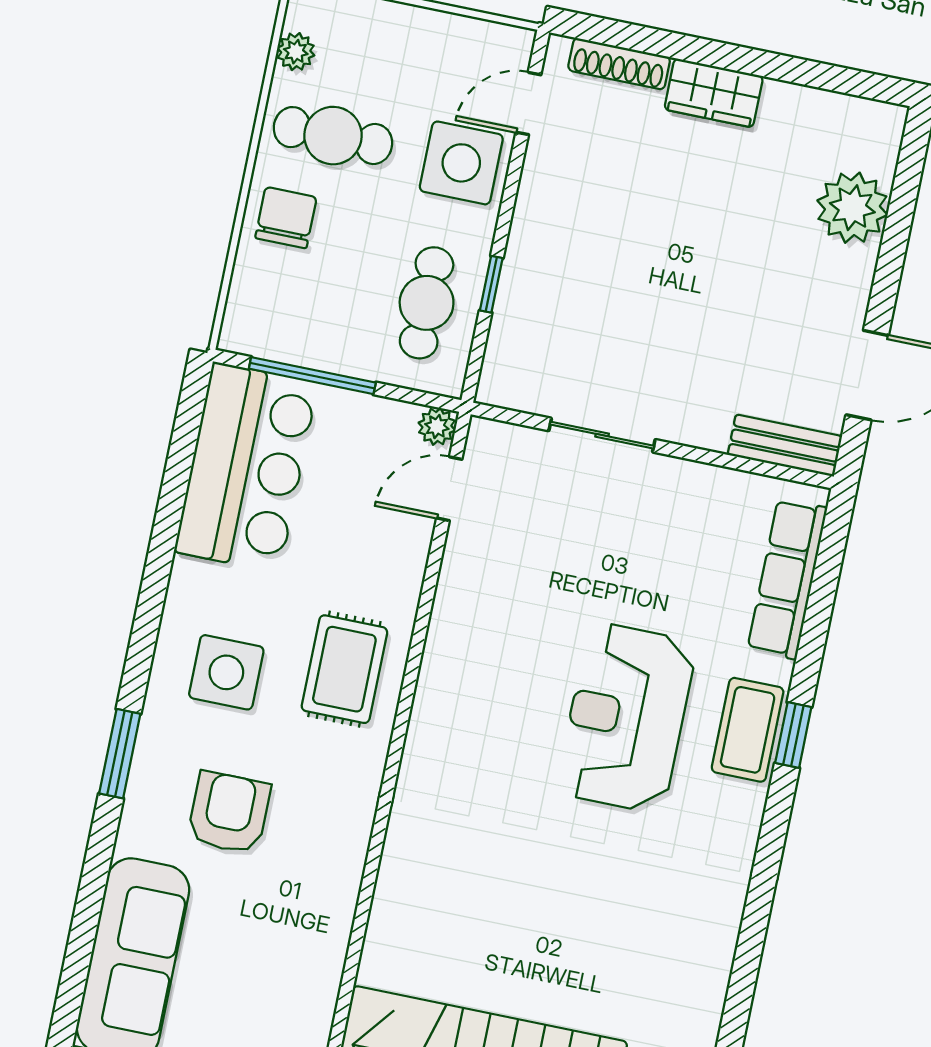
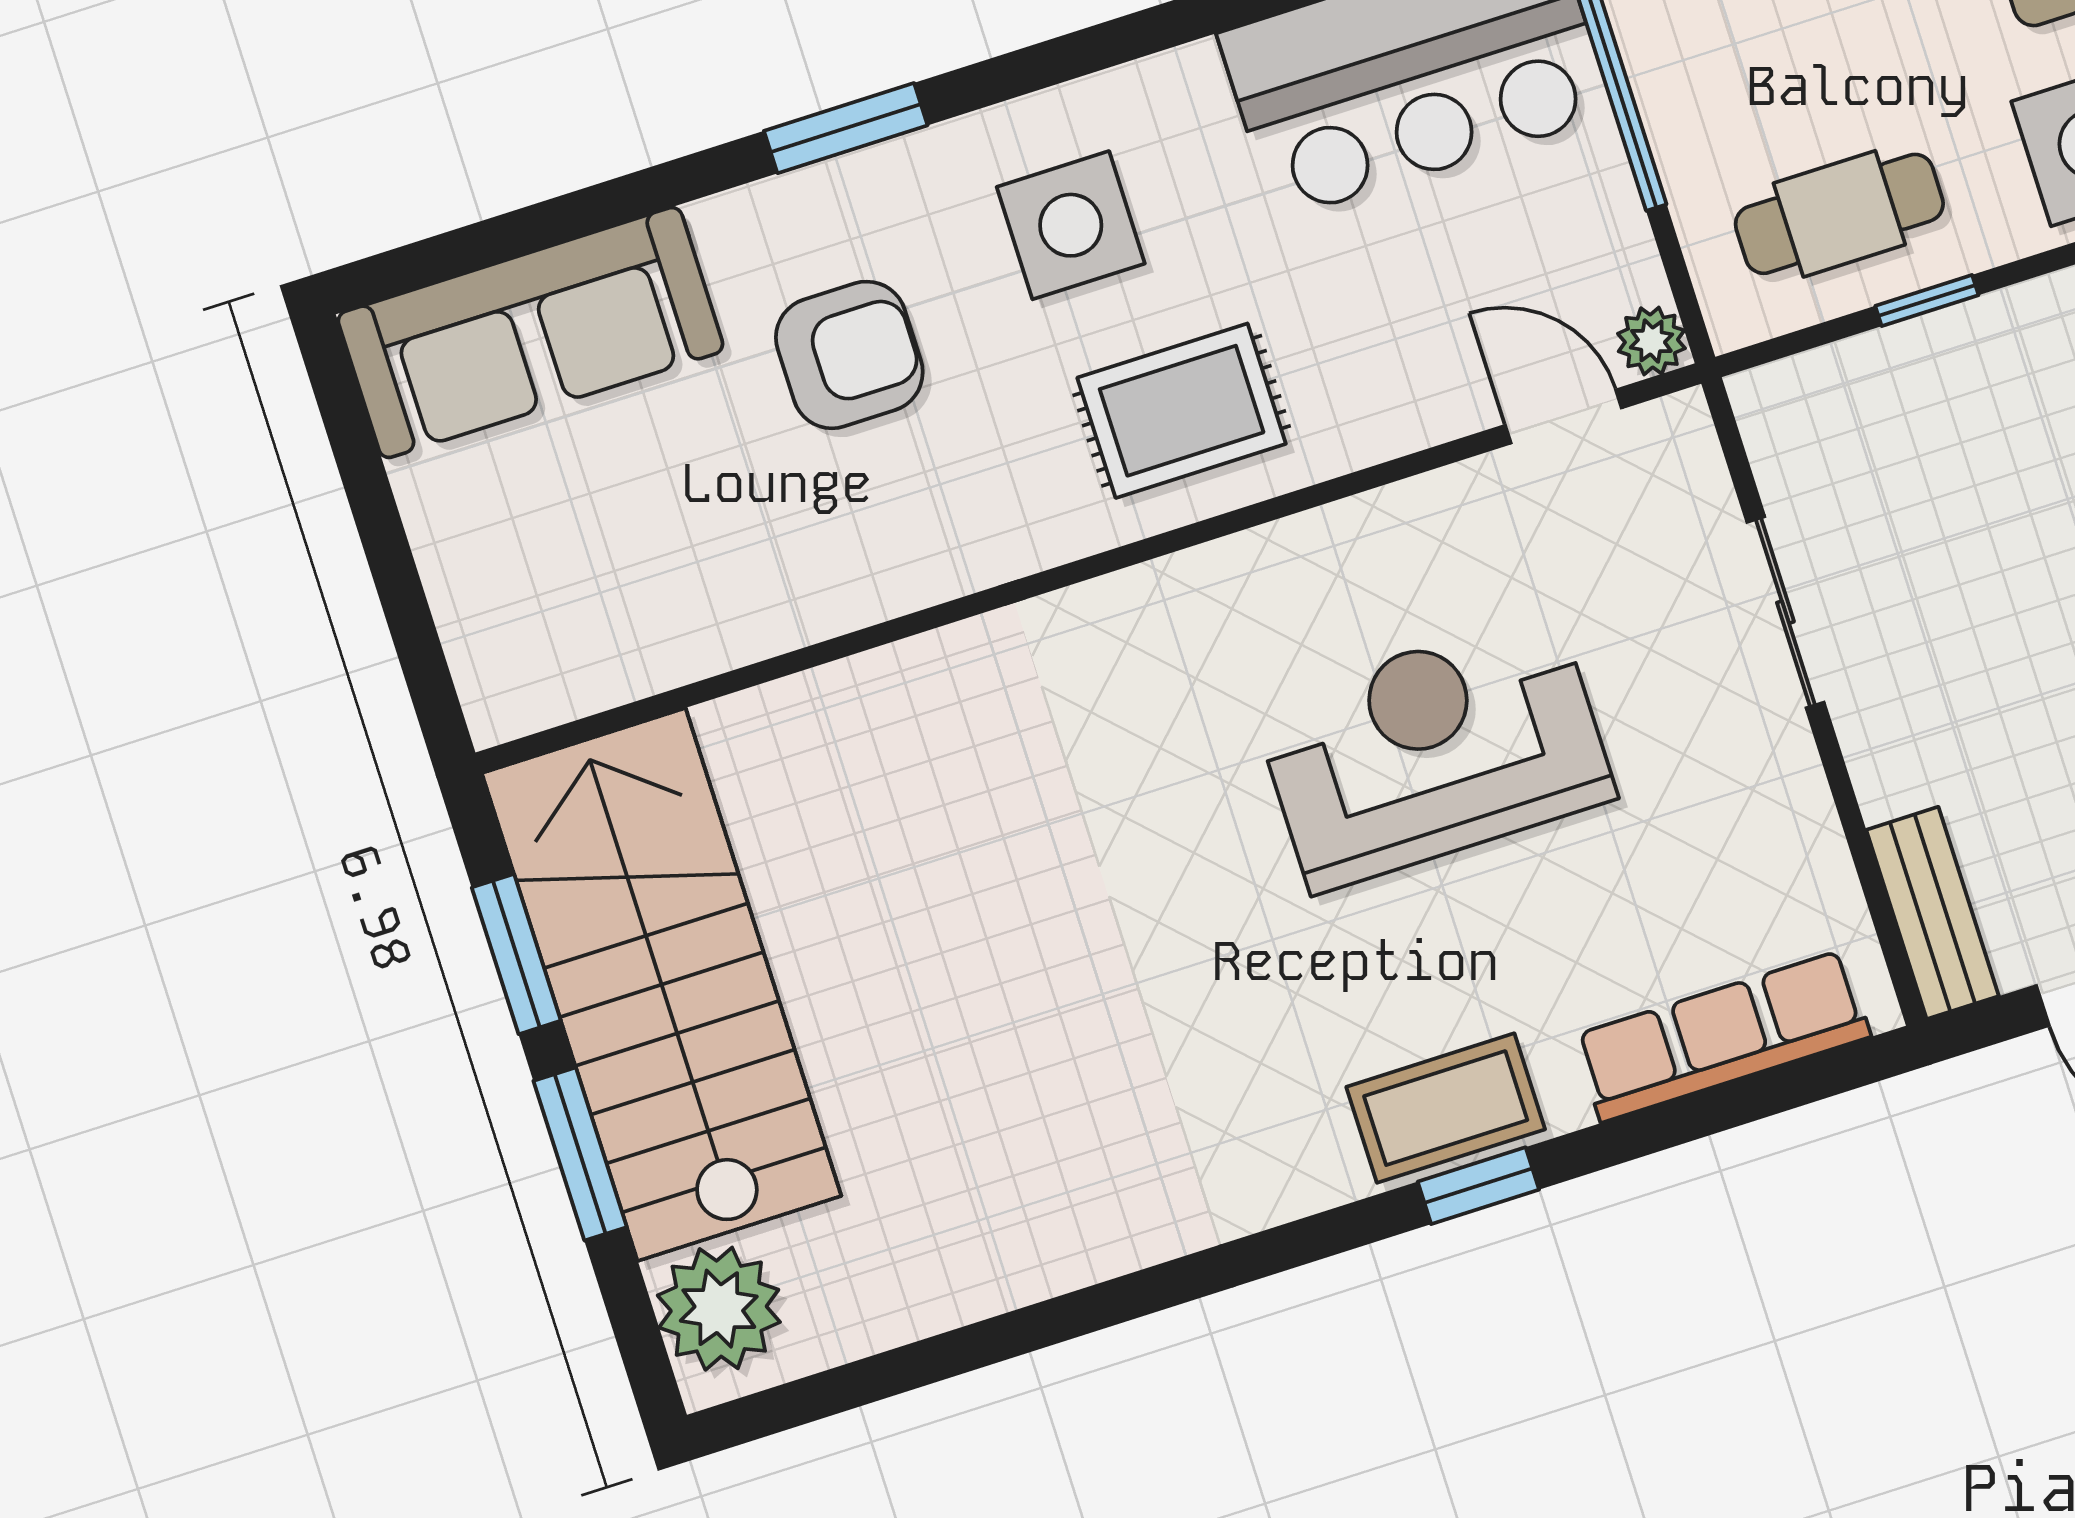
reception desk: (626, 717) -> (1434, 751), moved

